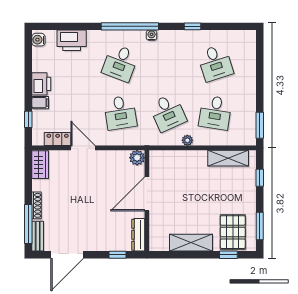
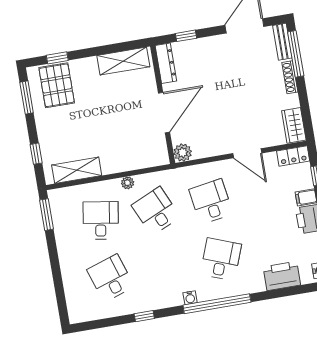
locker: (58, 139) -> (293, 156), moved
shelving: (191, 243) -> (123, 61), moved

